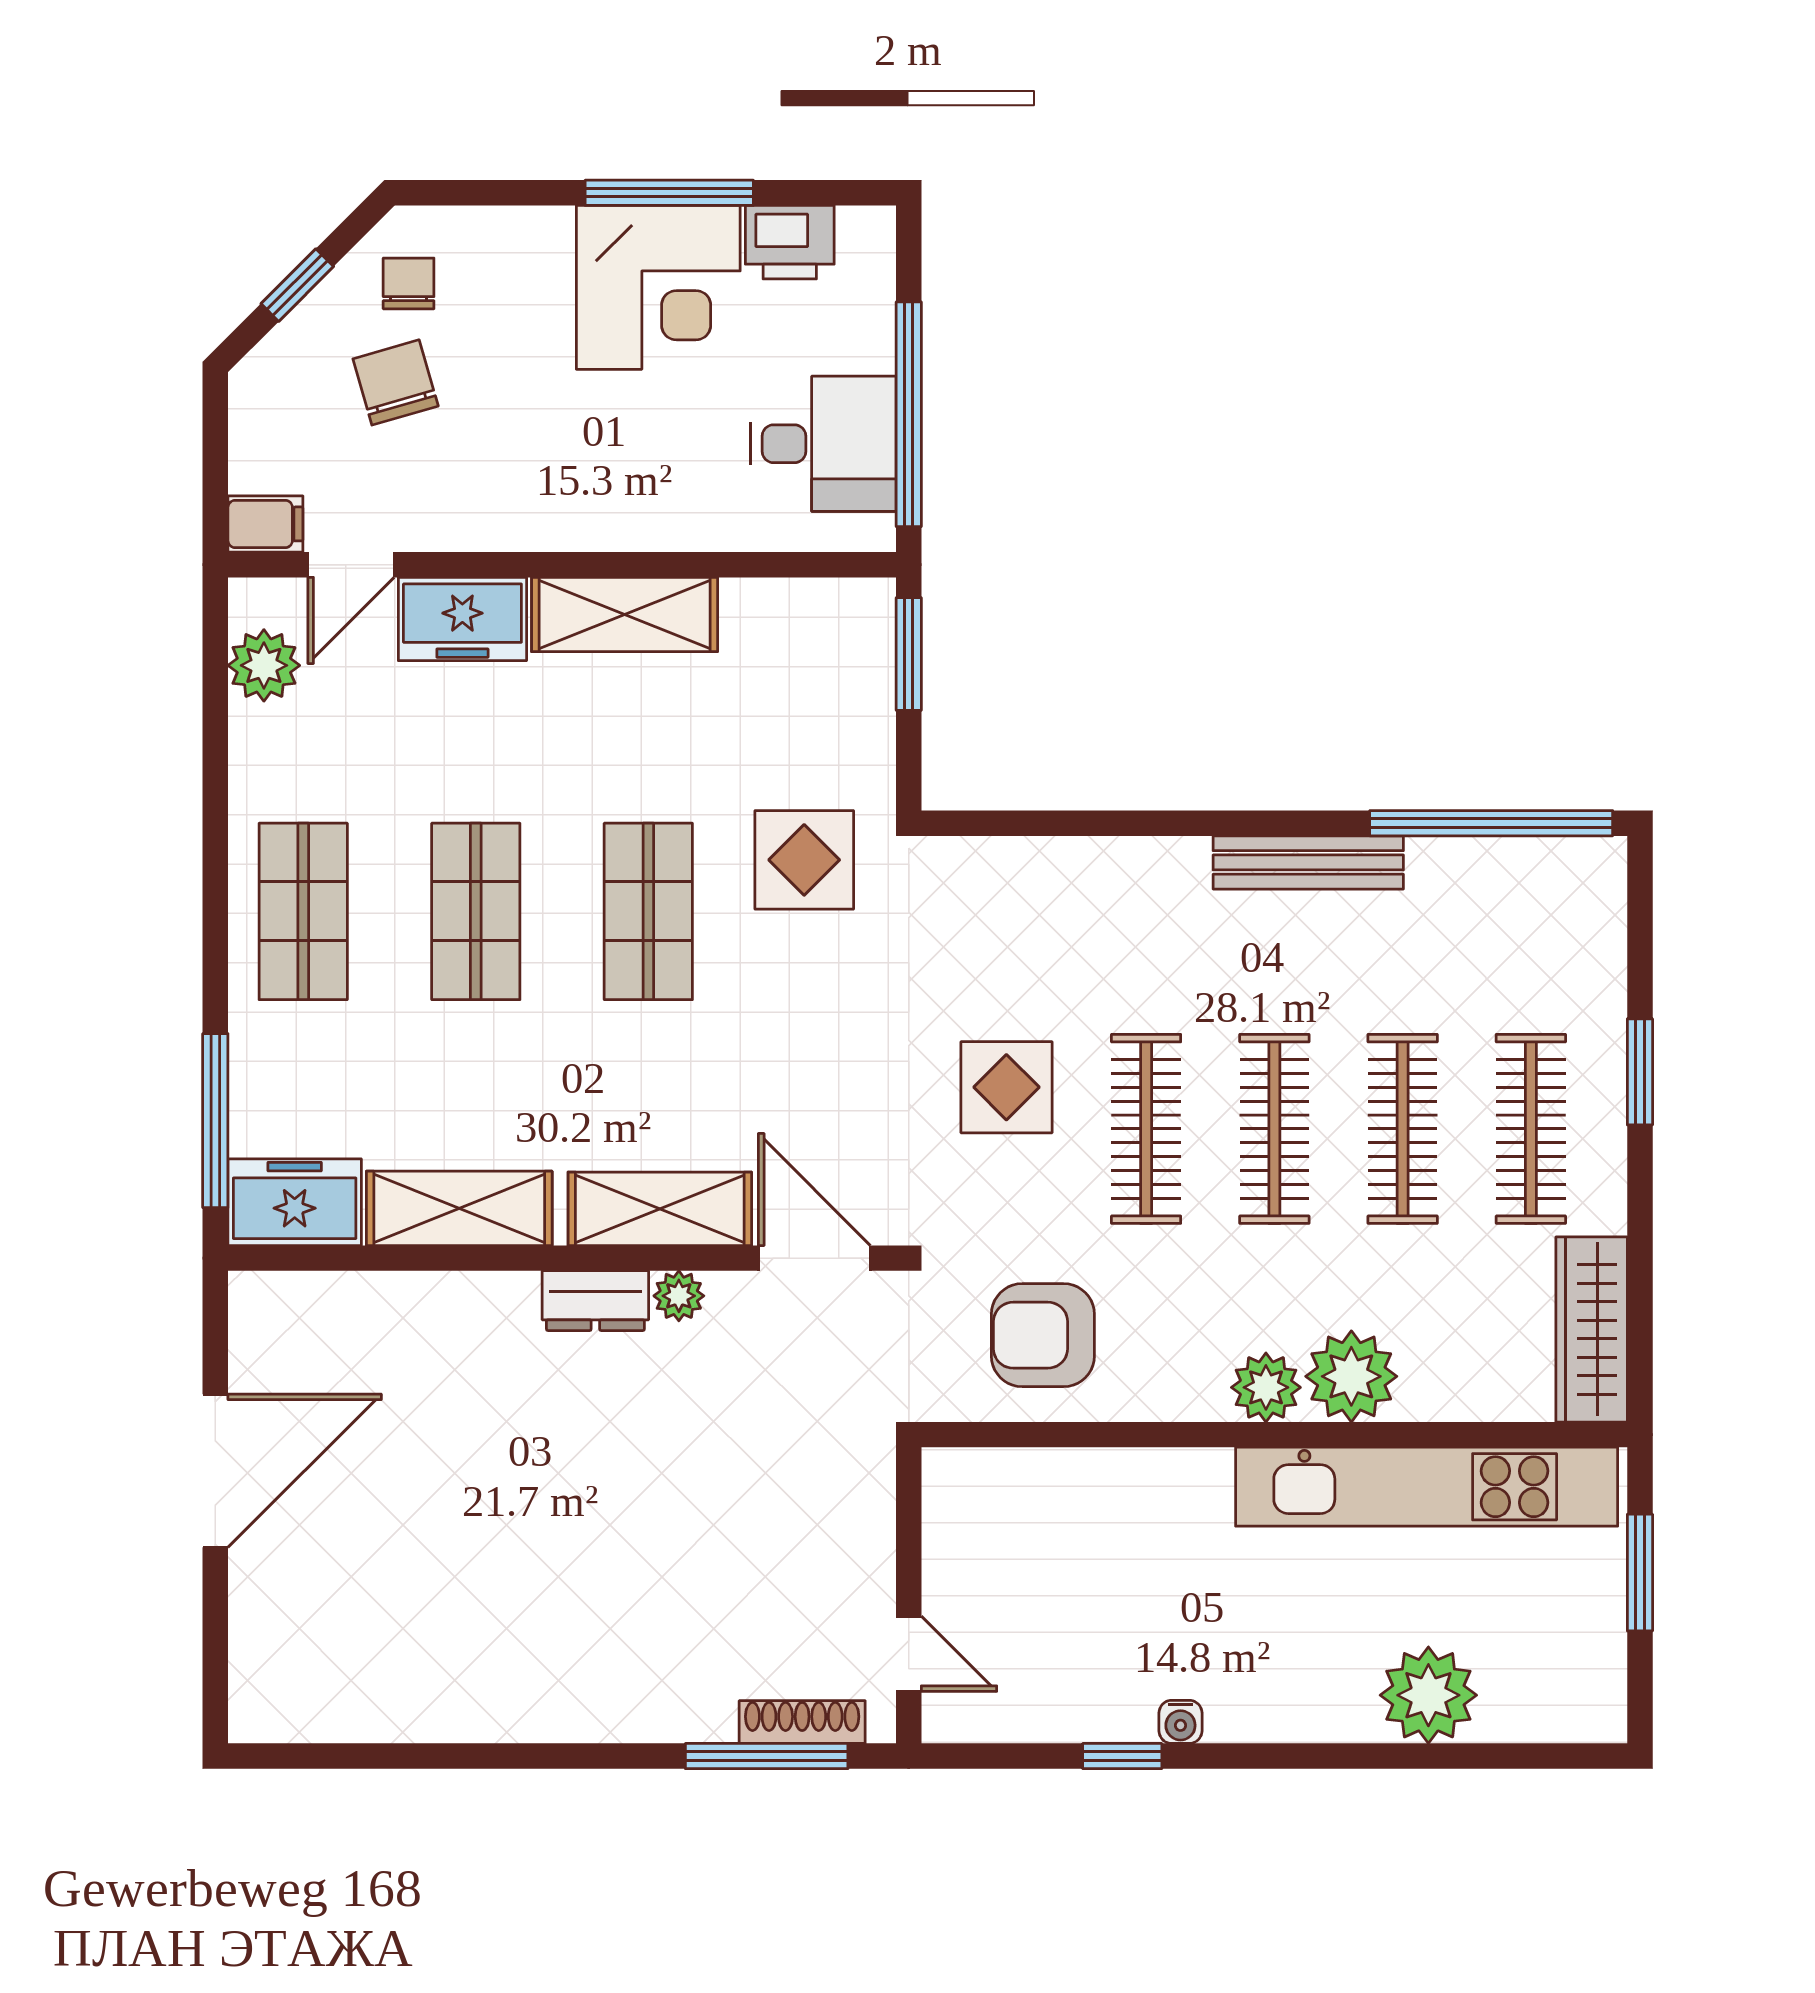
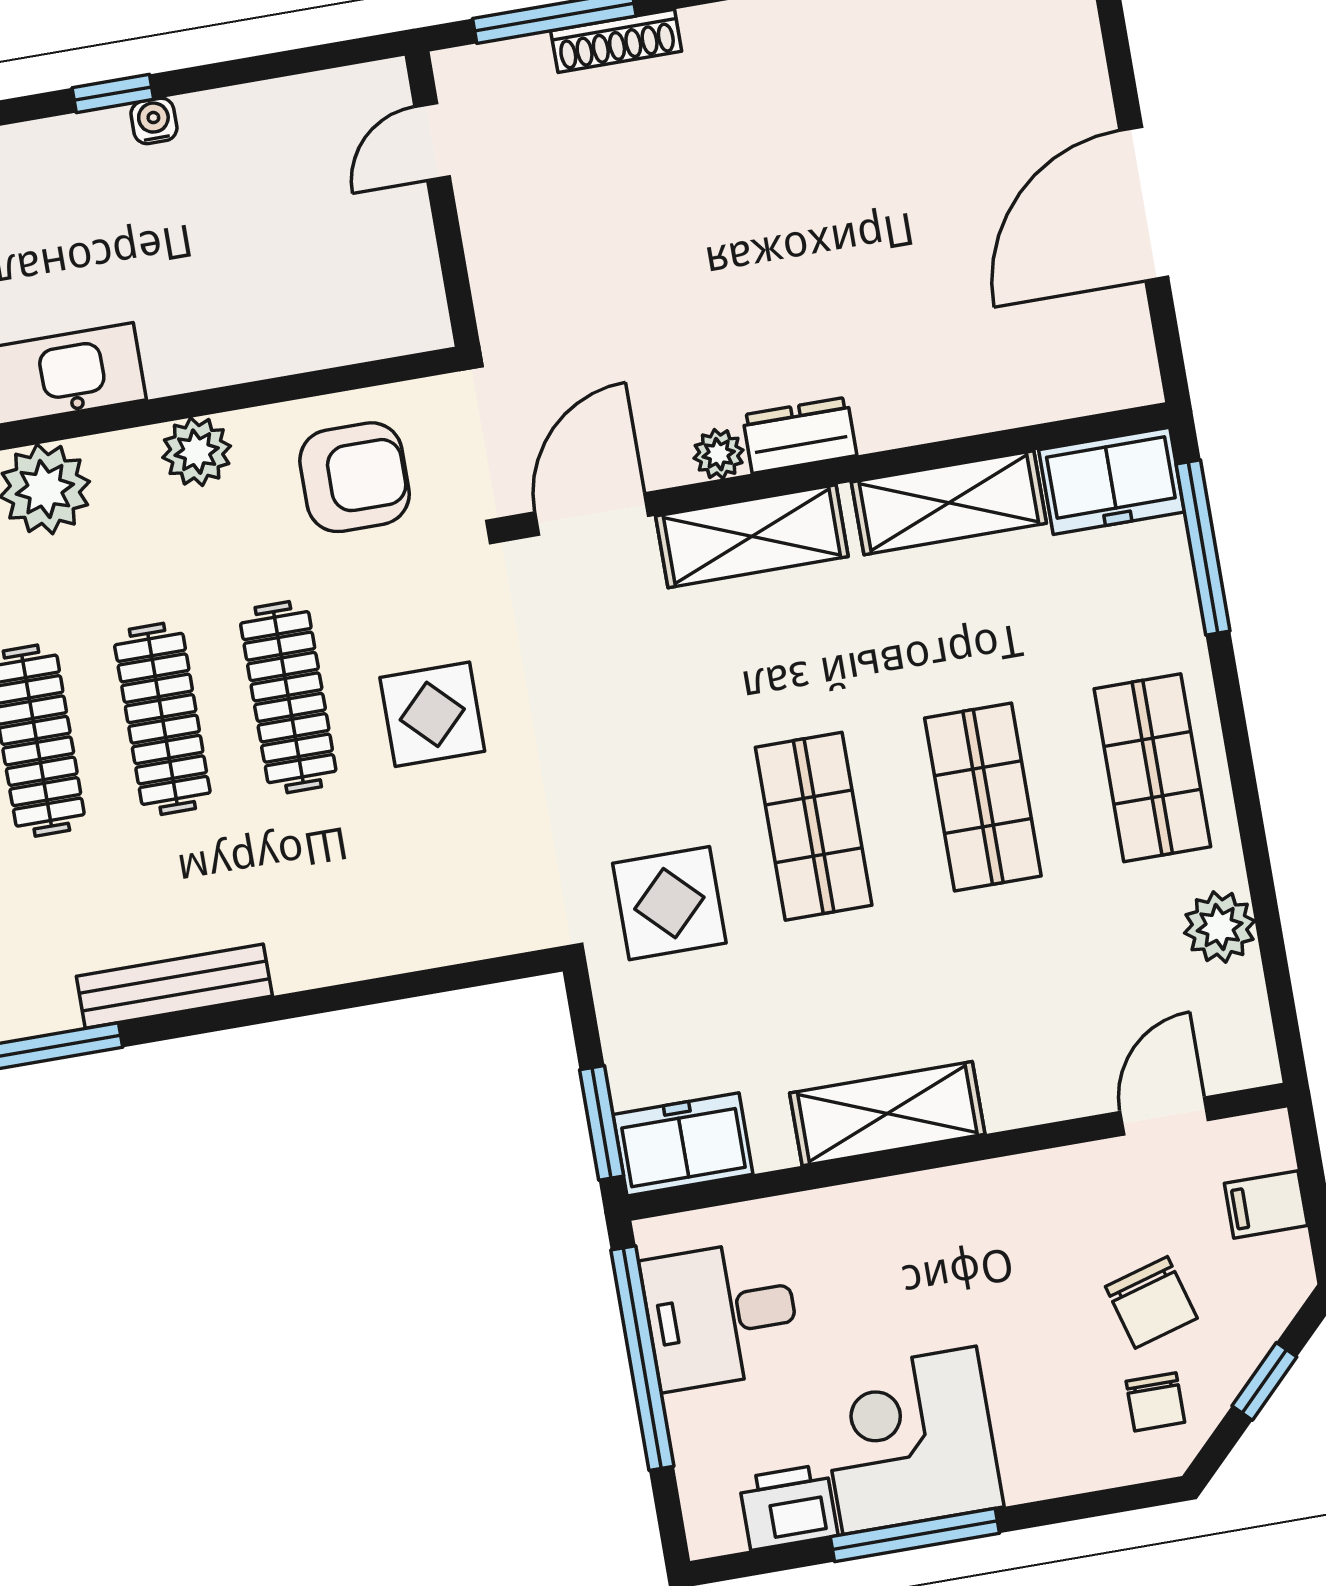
filing cabinet: (265, 524) -> (1266, 1204), moved
freezer: (462, 619) -> (683, 1144), moved
plant: (264, 665) -> (1220, 927), moved
door: (814, 1258) -> (592, 514), swing flipped
plant: (1266, 1387) -> (197, 452), moved
door: (909, 1654) -> (432, 142), hinge flipped
shoe rack: (802, 1722) -> (616, 41), moved
window: (1122, 1756) -> (113, 94), moved

